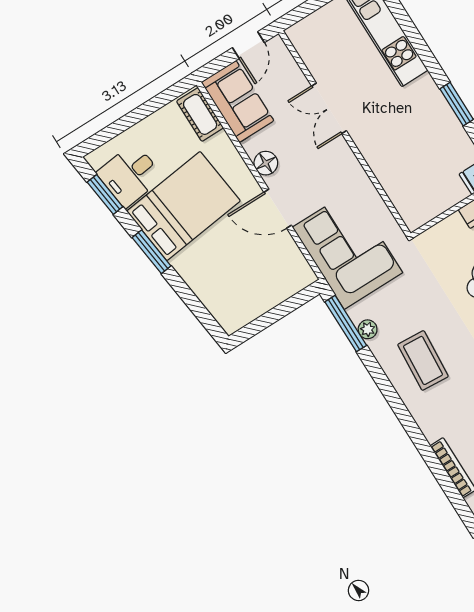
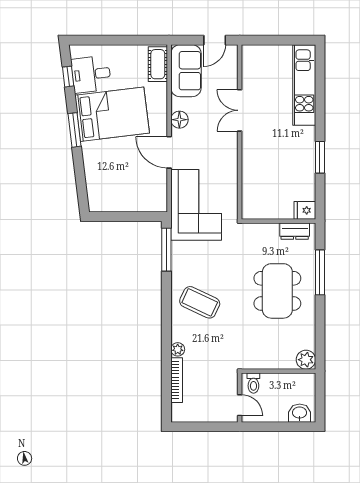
window: (105, 194) -> (68, 77), width x0.67
plant: (368, 329) -> (178, 349), moved
coffee table: (423, 360) -> (200, 302), turned -69

